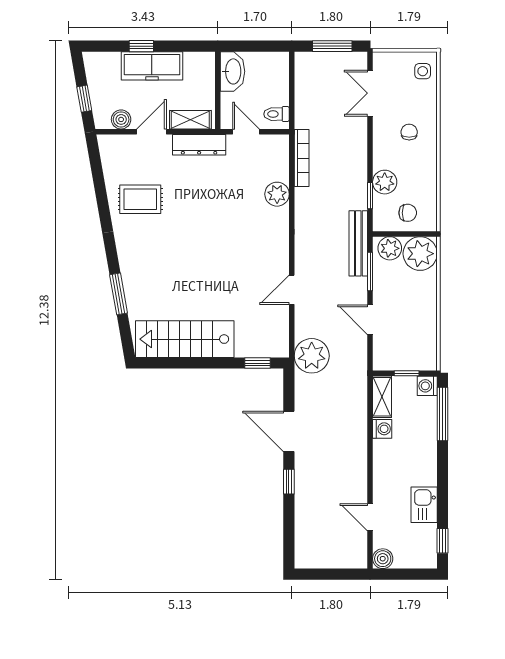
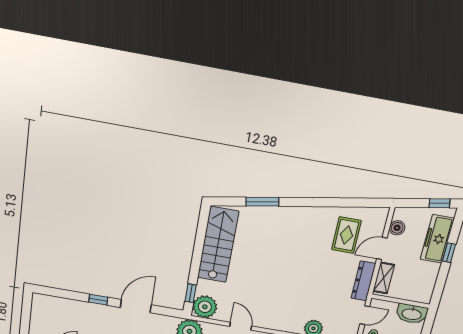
freezer: (152, 66) -> (437, 239), moved
window: (84, 99) -> (439, 203), moved
door: (151, 132) -> (382, 248), swing flipped
rug: (140, 199) -> (346, 235), moved
plant: (273, 341) -> (205, 307), added

